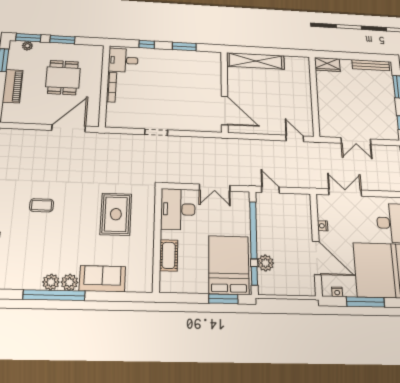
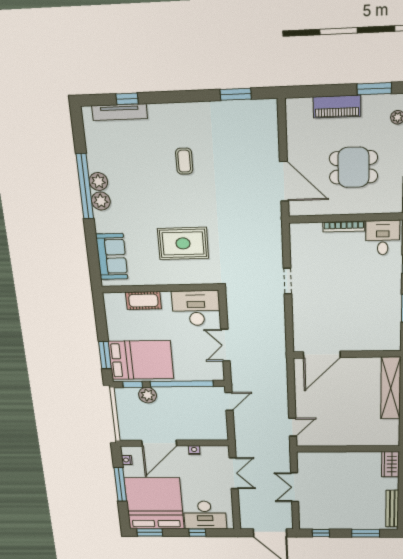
sofa: (102, 279) -> (112, 256), moved

